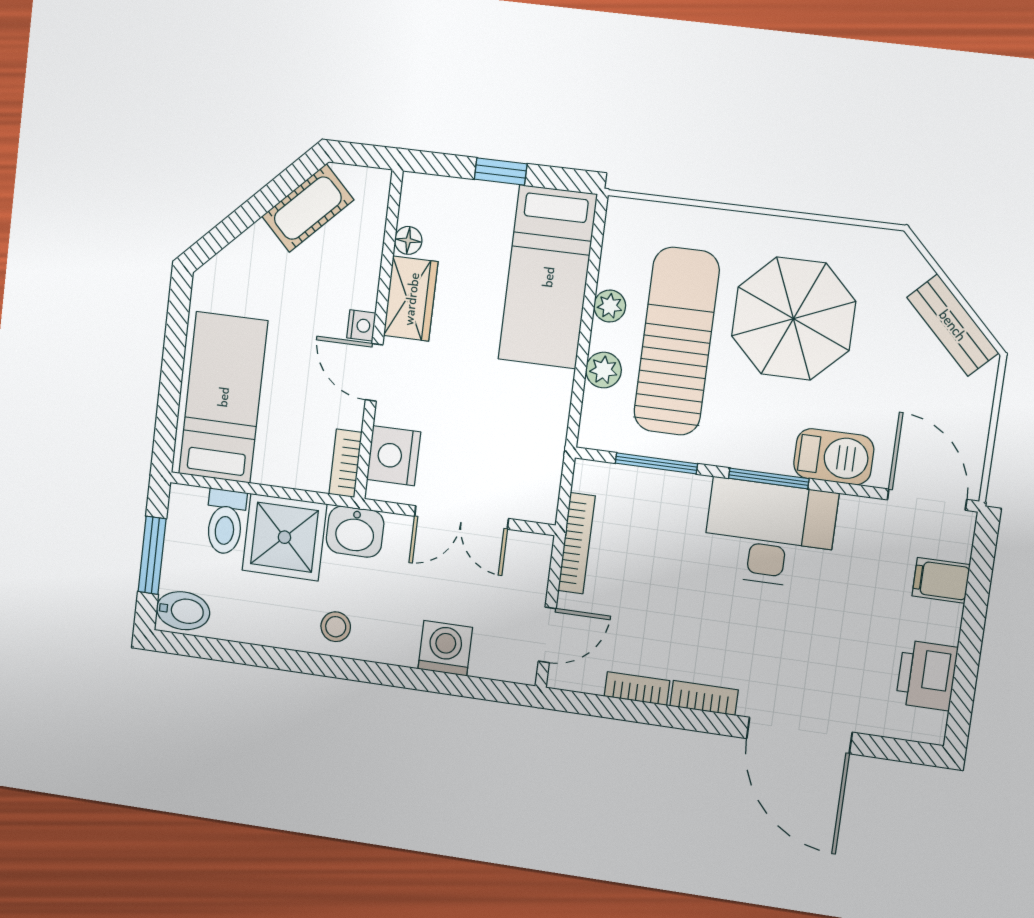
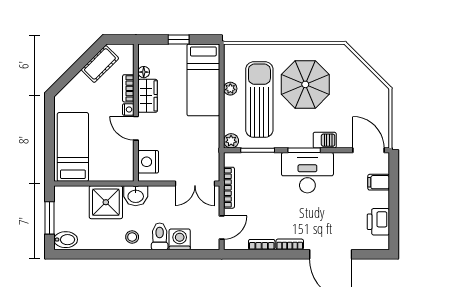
bench: (953, 325) -> (369, 79), removed
plant: (604, 370) -> (231, 141), moved
barbecue: (834, 457) -> (325, 140), width x0.73, depth x0.79
bookcase: (345, 463) -> (128, 88), moved
double door: (461, 517) -> (195, 184), moved
toilet: (225, 522) -> (160, 236), moved, turned 180

